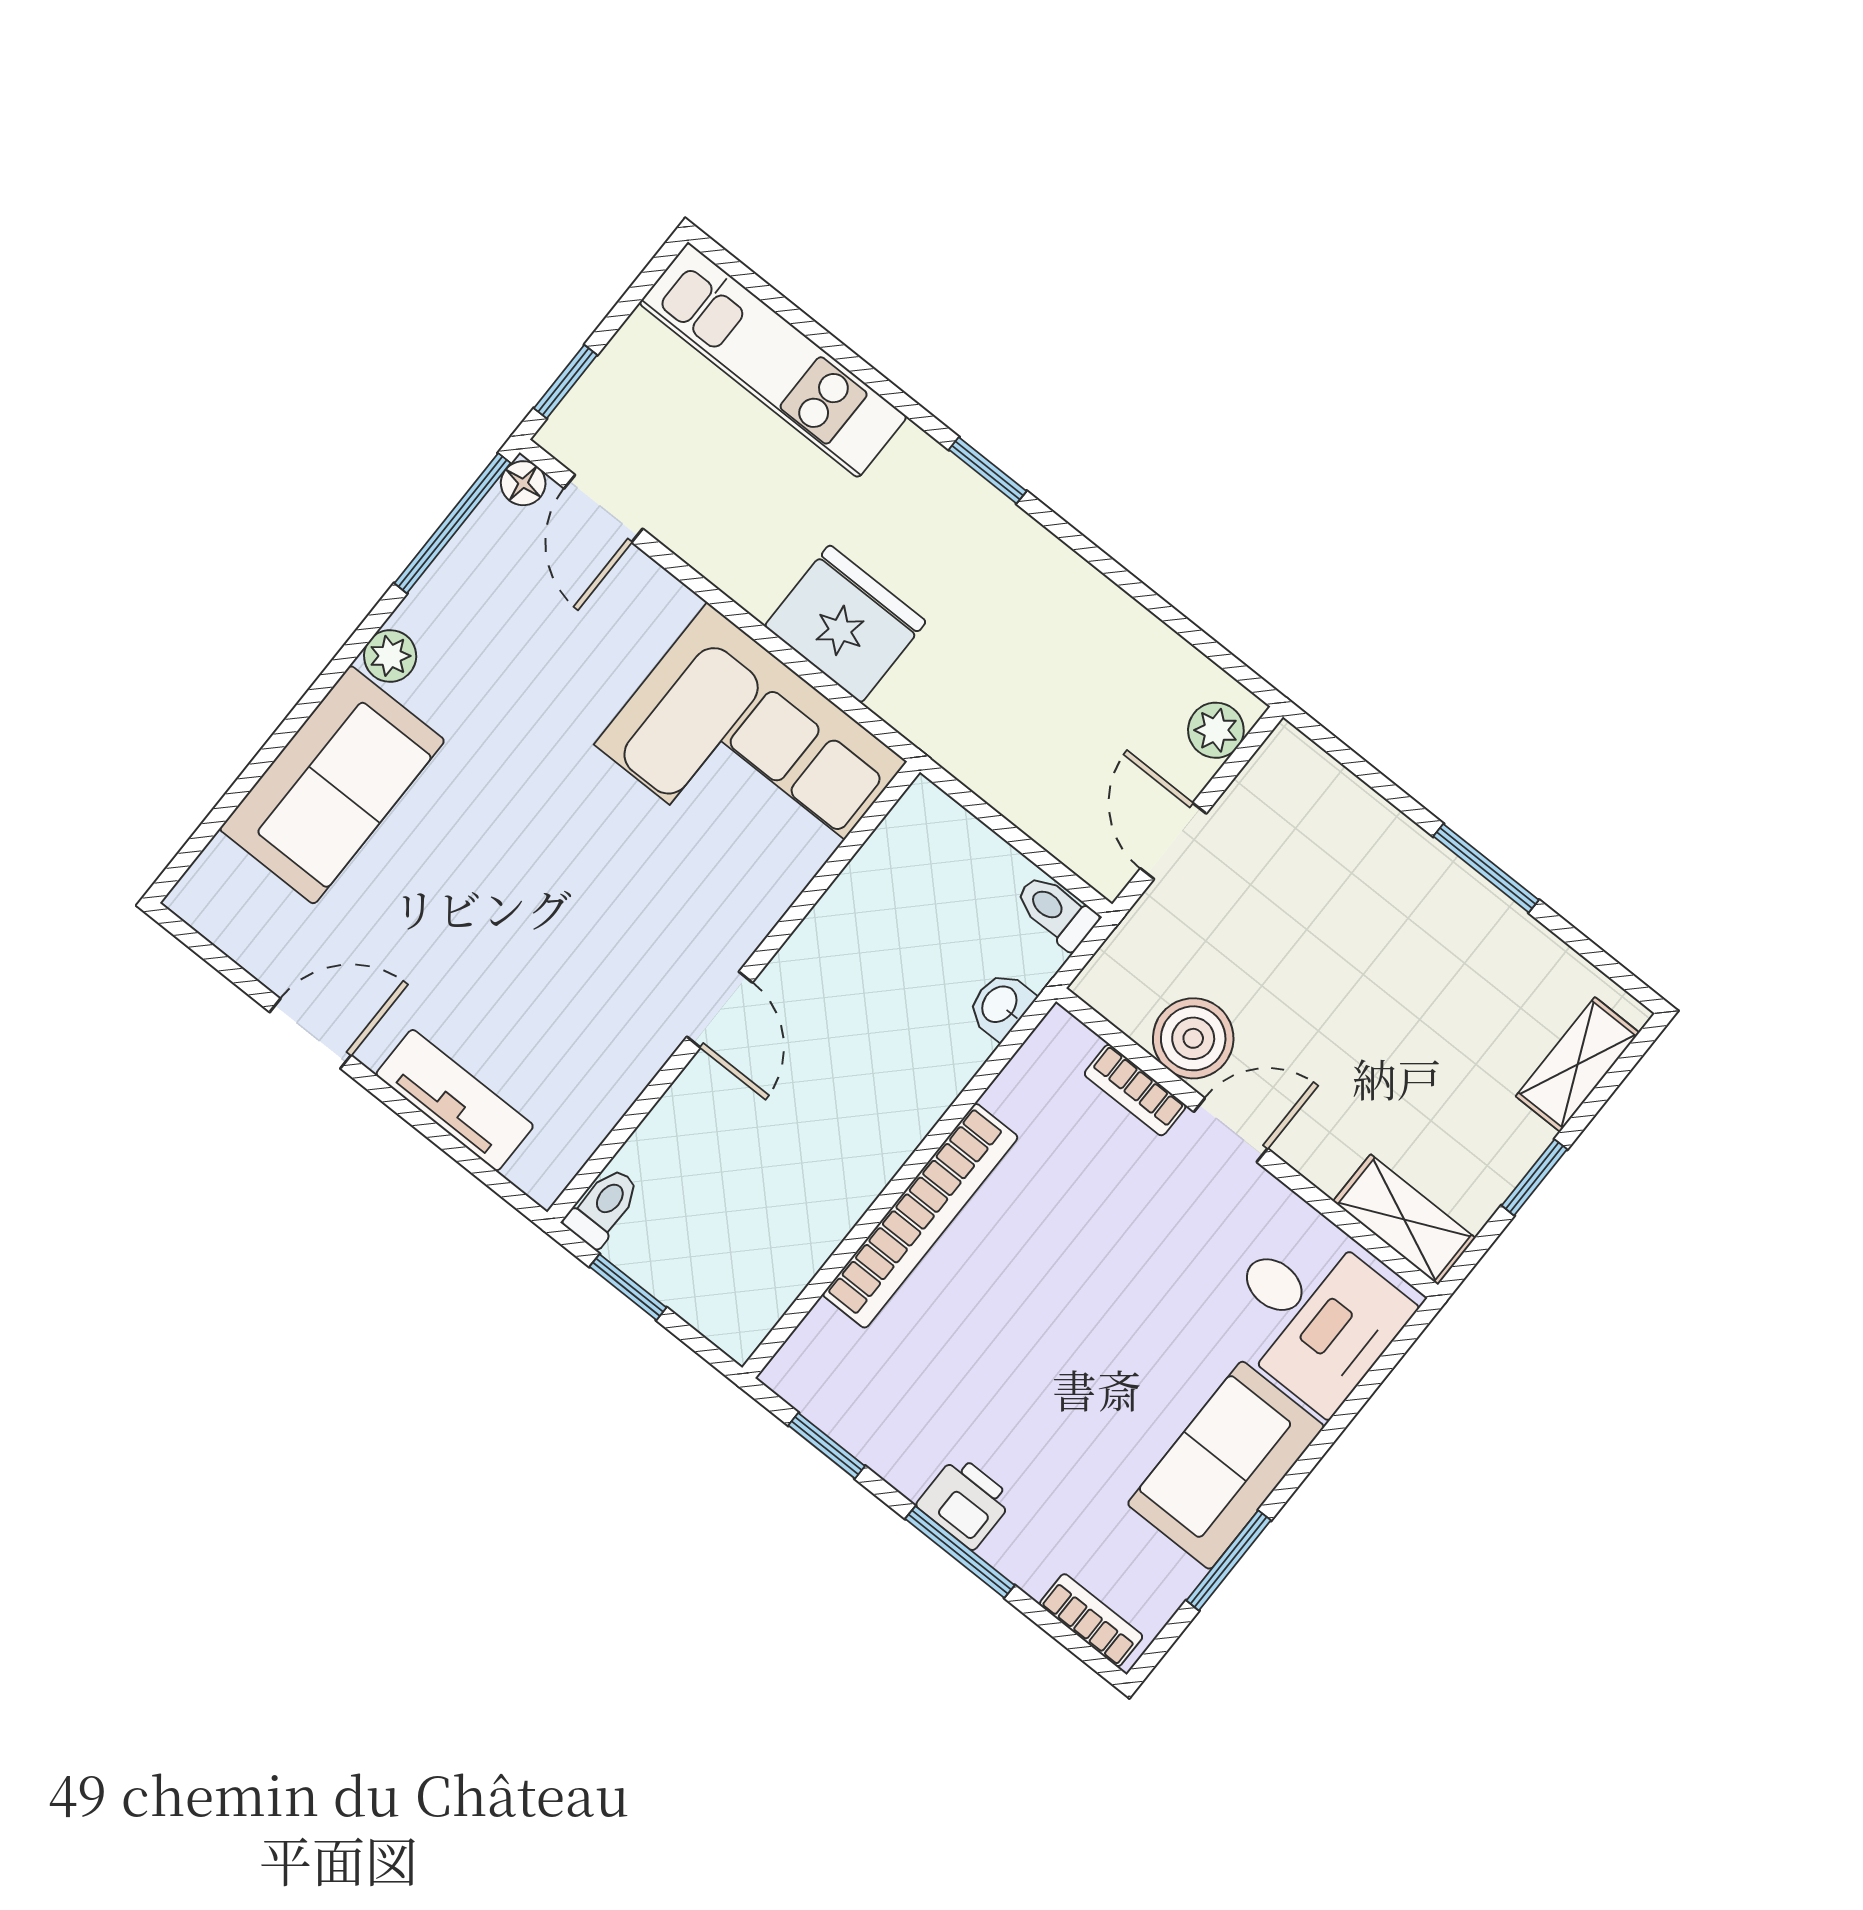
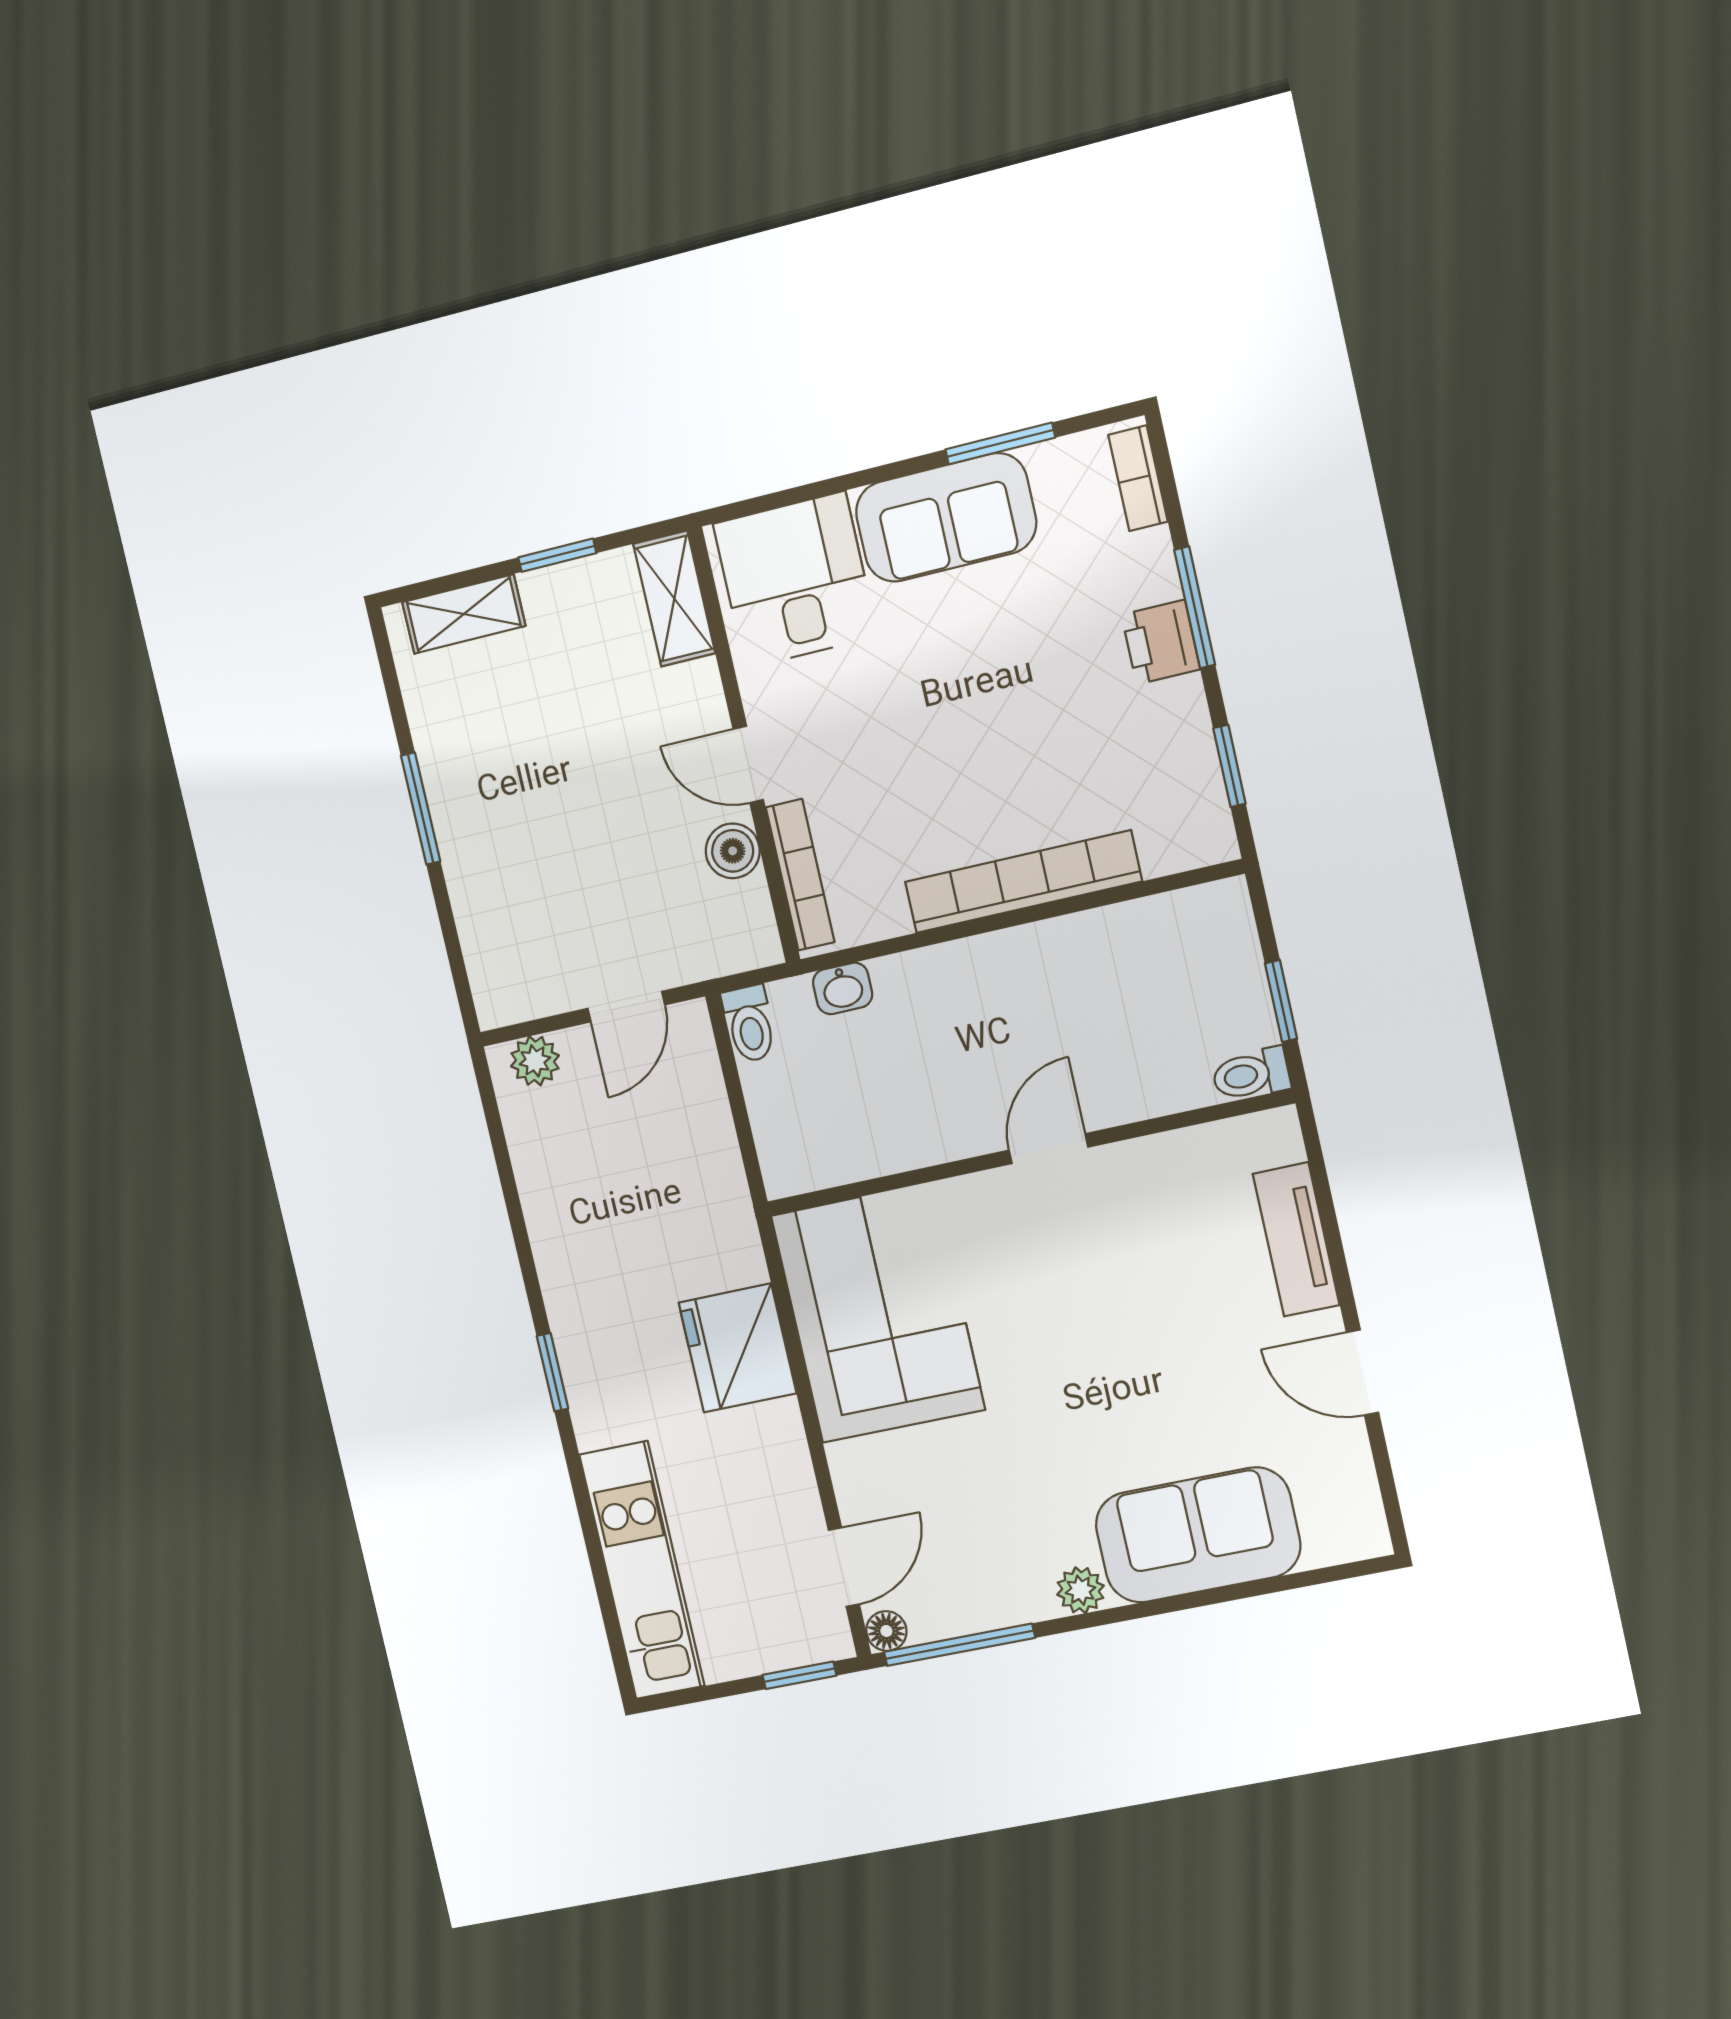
boiler: (1193, 1038) -> (733, 851), width x0.73, depth x0.73
bookcase: (1135, 1090) -> (800, 875), width x1.56

